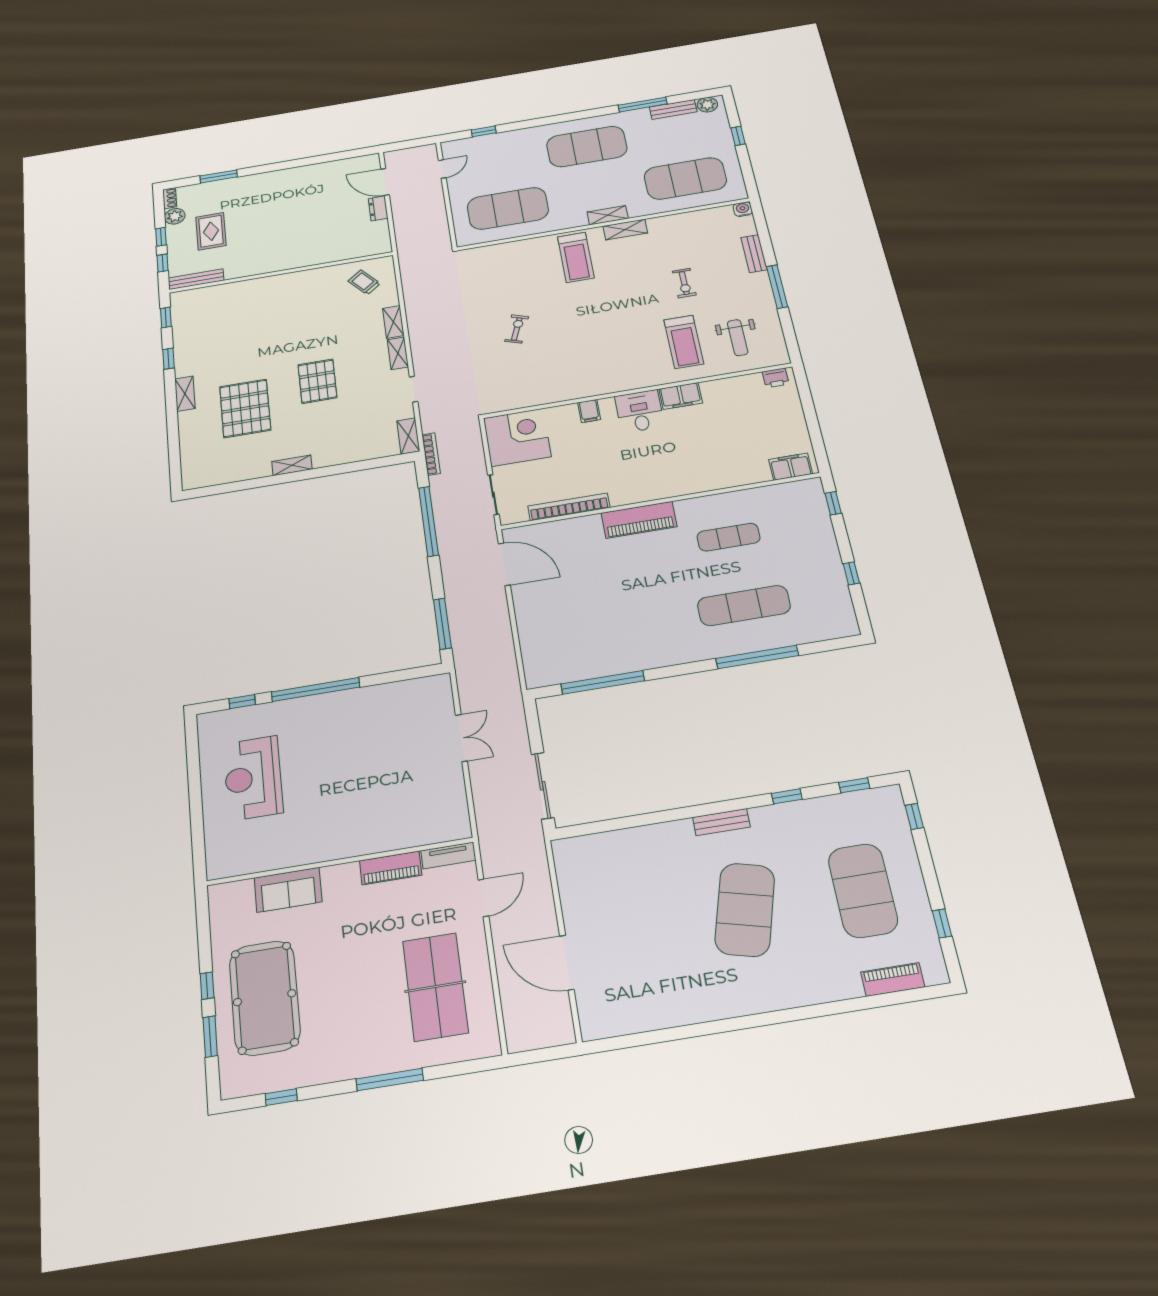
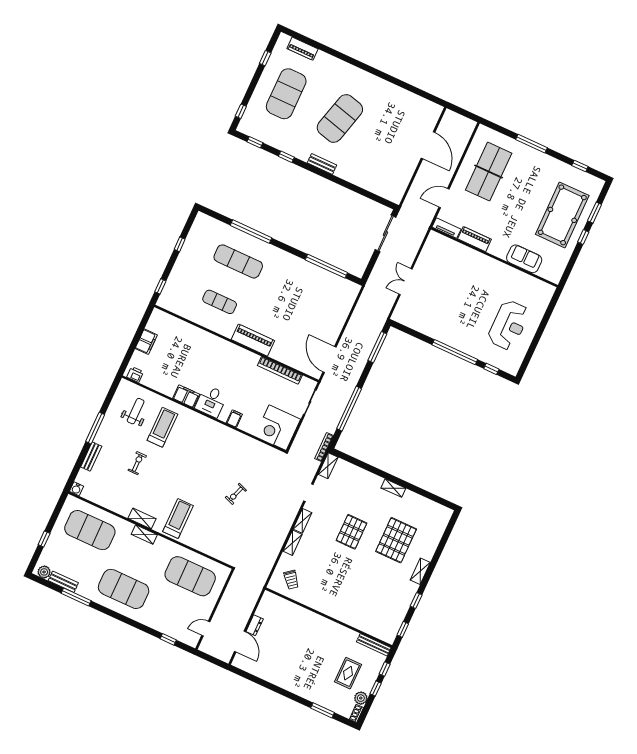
filing cabinet: (791, 467) -> (146, 342), moved, turned -90

